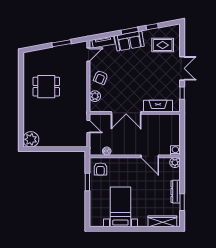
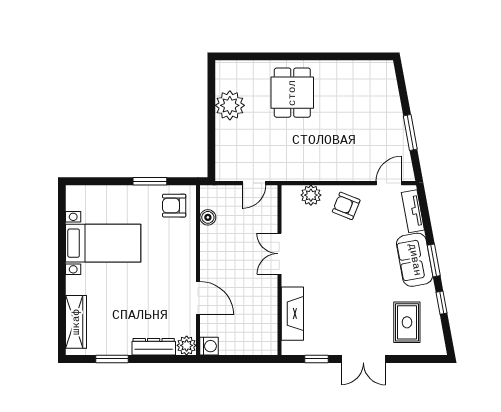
door: (88, 55) -> (389, 183), swing flipped
dining table: (46, 87) -> (292, 93), moved
double door: (126, 113) -> (279, 254), width x0.73
plant: (31, 139) -> (230, 105), moved
door: (150, 156) -> (198, 298), swing flipped
dresser: (176, 192) -> (154, 347), moved

